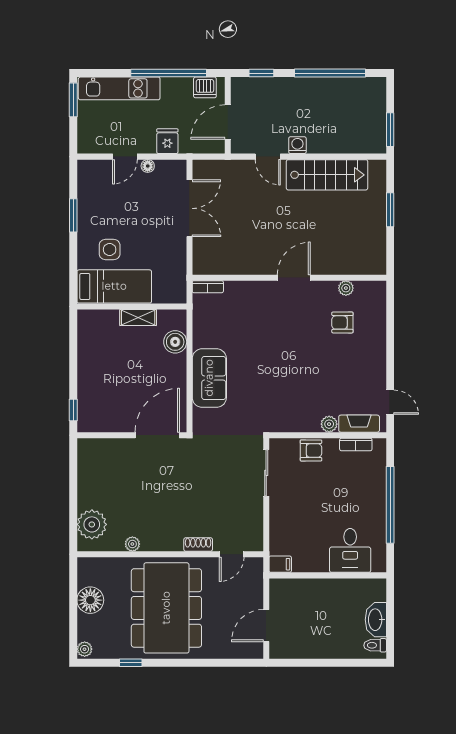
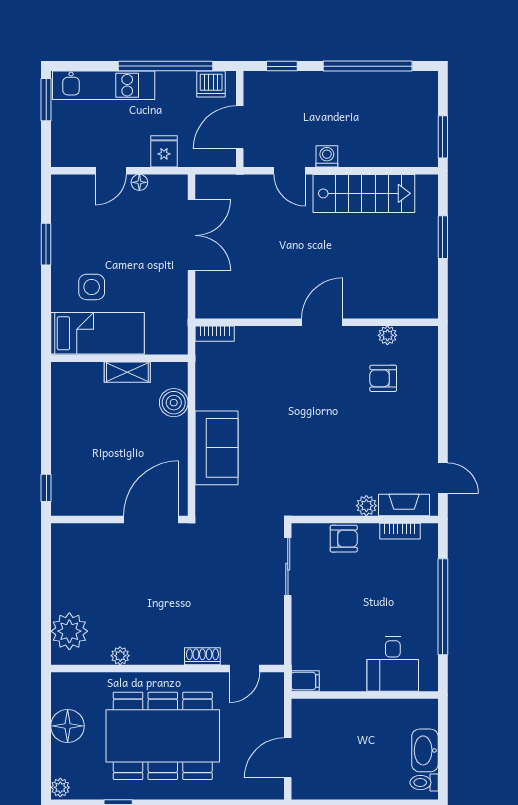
dining table: (166, 608) -> (163, 736), turned 90

